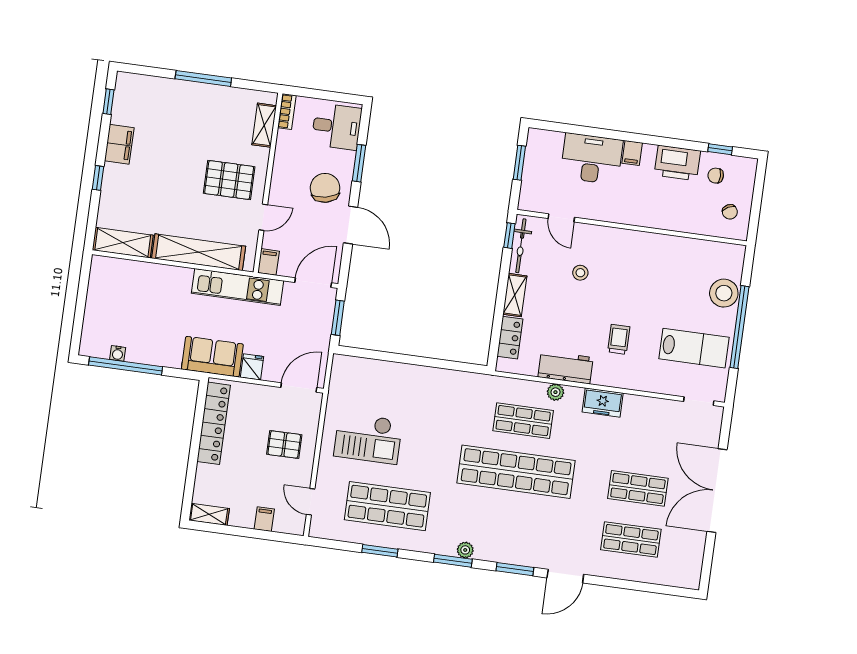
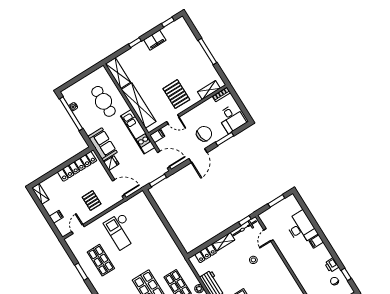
printer: (677, 163) -> (332, 265), width x0.53, depth x0.68
cafe table: (148, 301) -> (103, 101), added
shop shelf: (387, 506) -> (101, 260), width x0.70, depth x0.74

